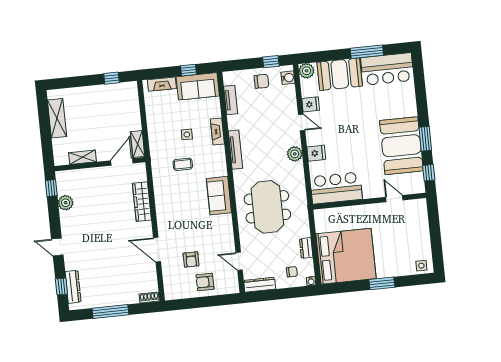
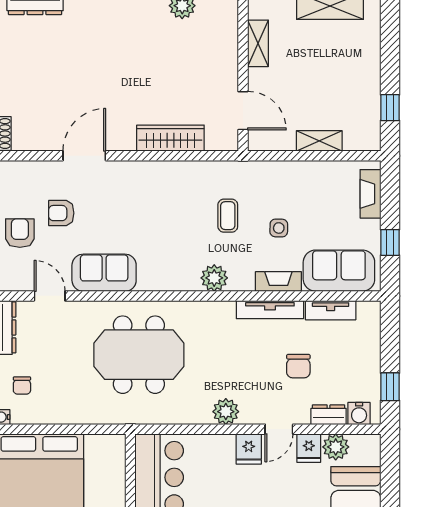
plant: (307, 71) -> (336, 447), moved
chair: (261, 81) -> (298, 366), moved
sofa: (198, 86) -> (339, 271), moved, turned 90
shelving: (138, 144) -> (319, 141), moved
tv unit: (235, 150) -> (270, 310), moved
fridge: (316, 153) -> (249, 449), moved
plant: (219, 168) -> (214, 278), added
sofa: (219, 196) -> (104, 273), moved
dresser: (306, 248) -> (329, 415), moved
door: (239, 261) -> (50, 296), hinge flipped

